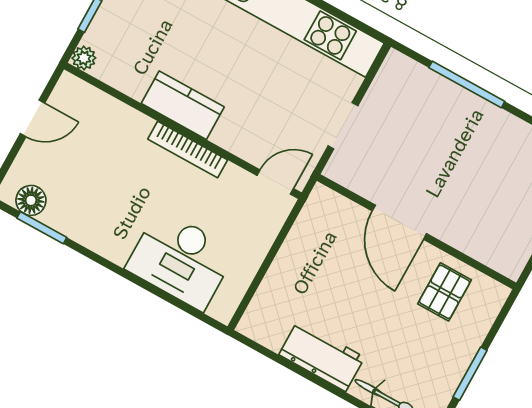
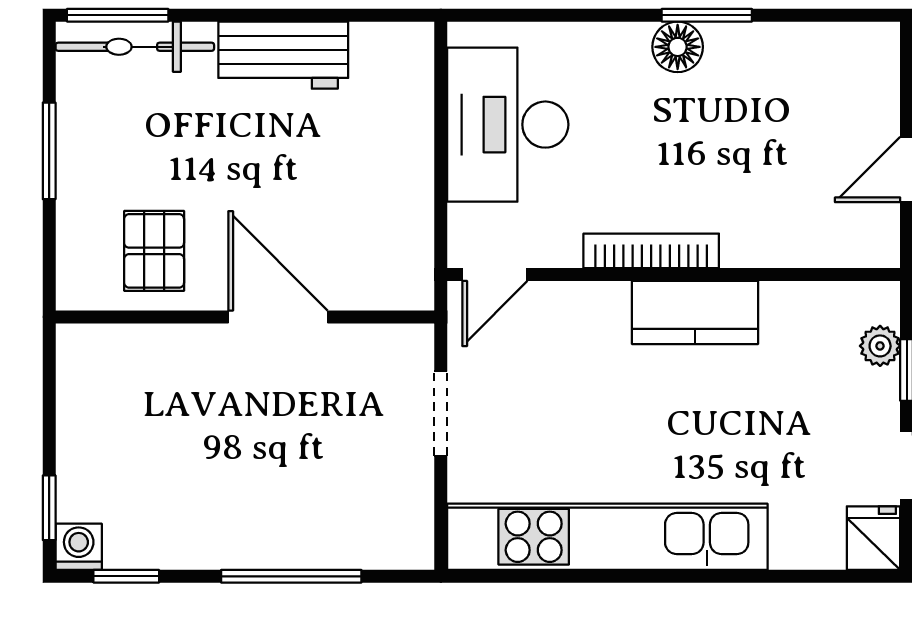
plant: (84, 58) -> (880, 346), moved
floor lamp: (31, 200) -> (678, 47), moved
window: (42, 228) -> (707, 15), moved
desk: (181, 260) -> (508, 125), moved, turned -90

